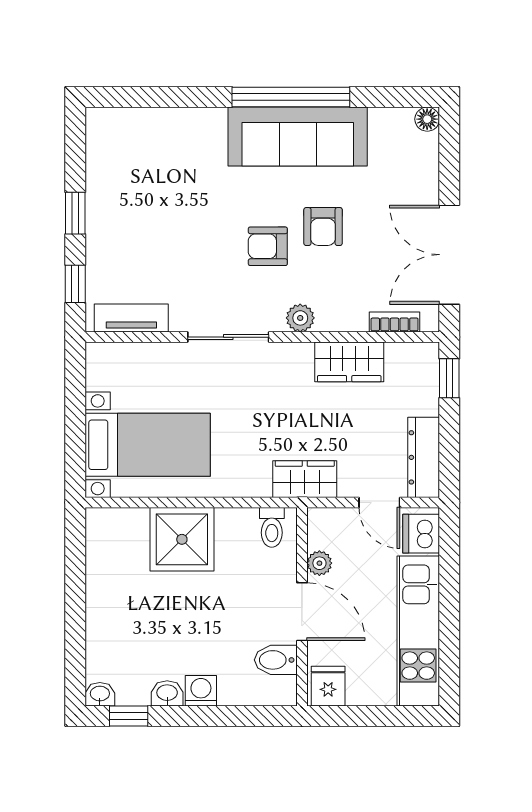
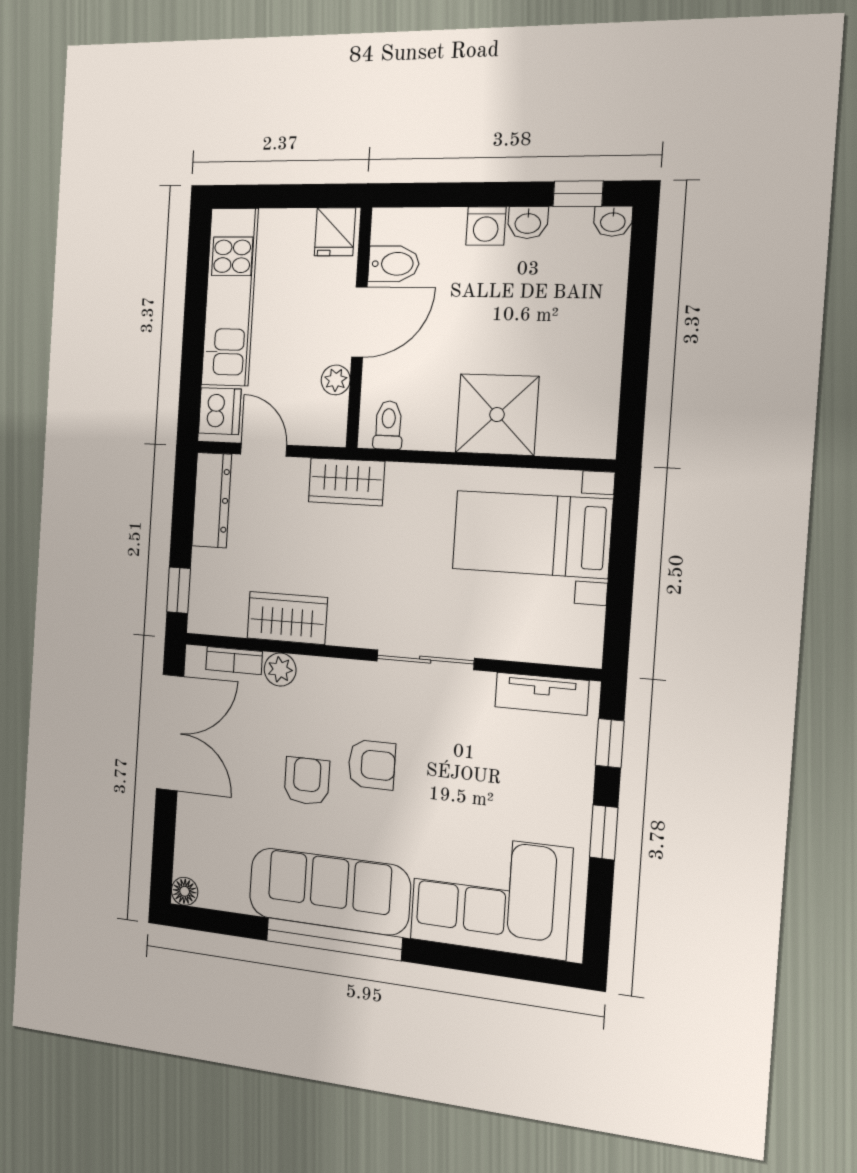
corner sofa: (162, 152) -> (491, 894), added
plant: (300, 318) -> (280, 670), moved
door: (302, 612) -> (359, 322), swing flipped

